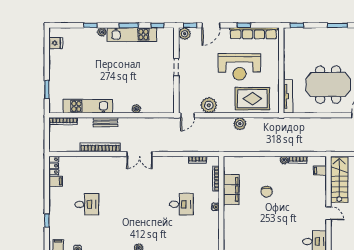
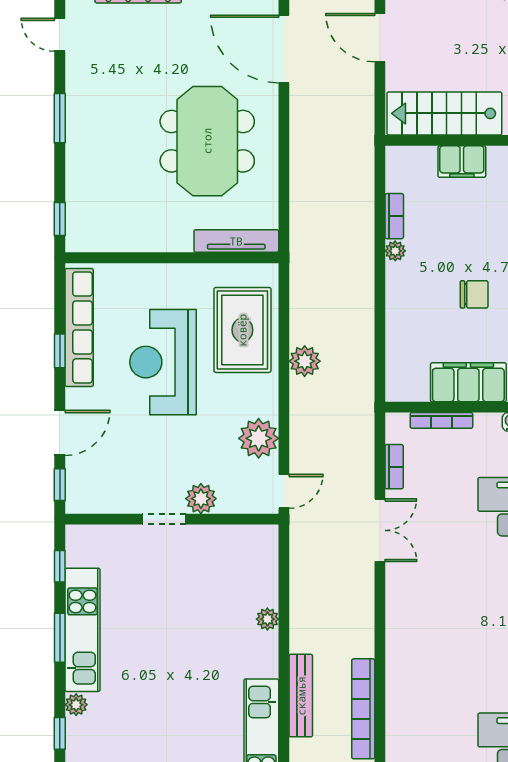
door: (211, 25) -> (60, 433), hinge flipped
plant: (185, 34) -> (201, 499), moved
reception desk: (239, 67) -> (163, 362), turned 180
door: (188, 115) -> (284, 491), hinge flipped
bench: (106, 122) -> (301, 696), width x1.36
double door: (140, 154) -> (380, 530), moved
filing cabinet: (320, 171) -> (462, 162), moved, width x2.00

